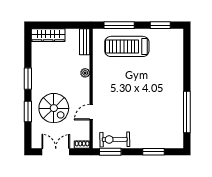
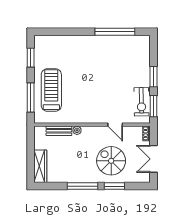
bench: (85, 42) -> (59, 131), moved
treadmill: (127, 46) -> (51, 90), turned 180
window: (28, 79) -> (83, 186), width x1.44
spiral stairs: (54, 108) -> (111, 161), turned -90
window: (153, 152) -> (153, 77), moved

